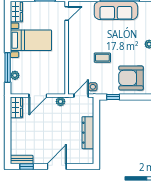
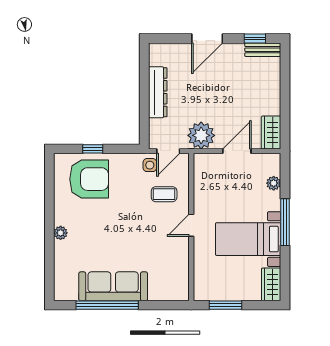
door: (67, 13) -> (191, 225), moved
coffee table: (102, 58) -> (164, 194), moved
window: (8, 67) -> (285, 222), moved
window: (113, 97) -> (93, 149), moved
plant: (60, 101) -> (201, 135), width x1.87, depth x1.87

